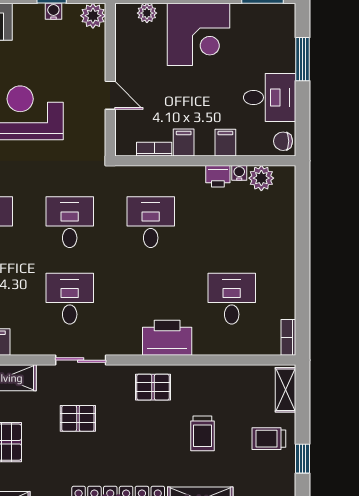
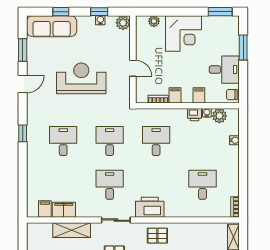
water cooler: (287, 221) -> (234, 140), added
printer: (167, 338) -> (150, 207), moved

